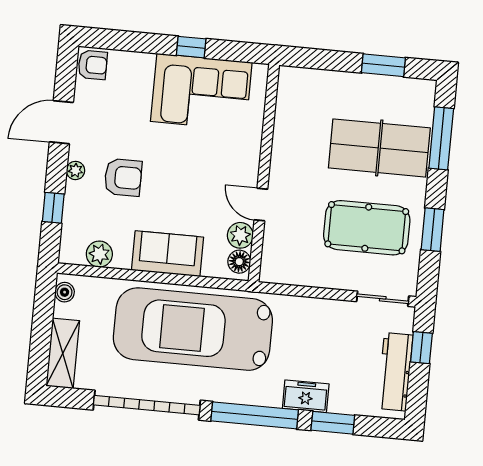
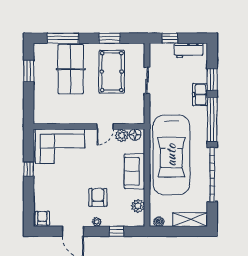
corner sofa: (201, 92) -> (60, 146), moved, turned 90
sliding door: (383, 299) -> (147, 80), moved
workbench: (395, 372) -> (189, 50), width x0.73

